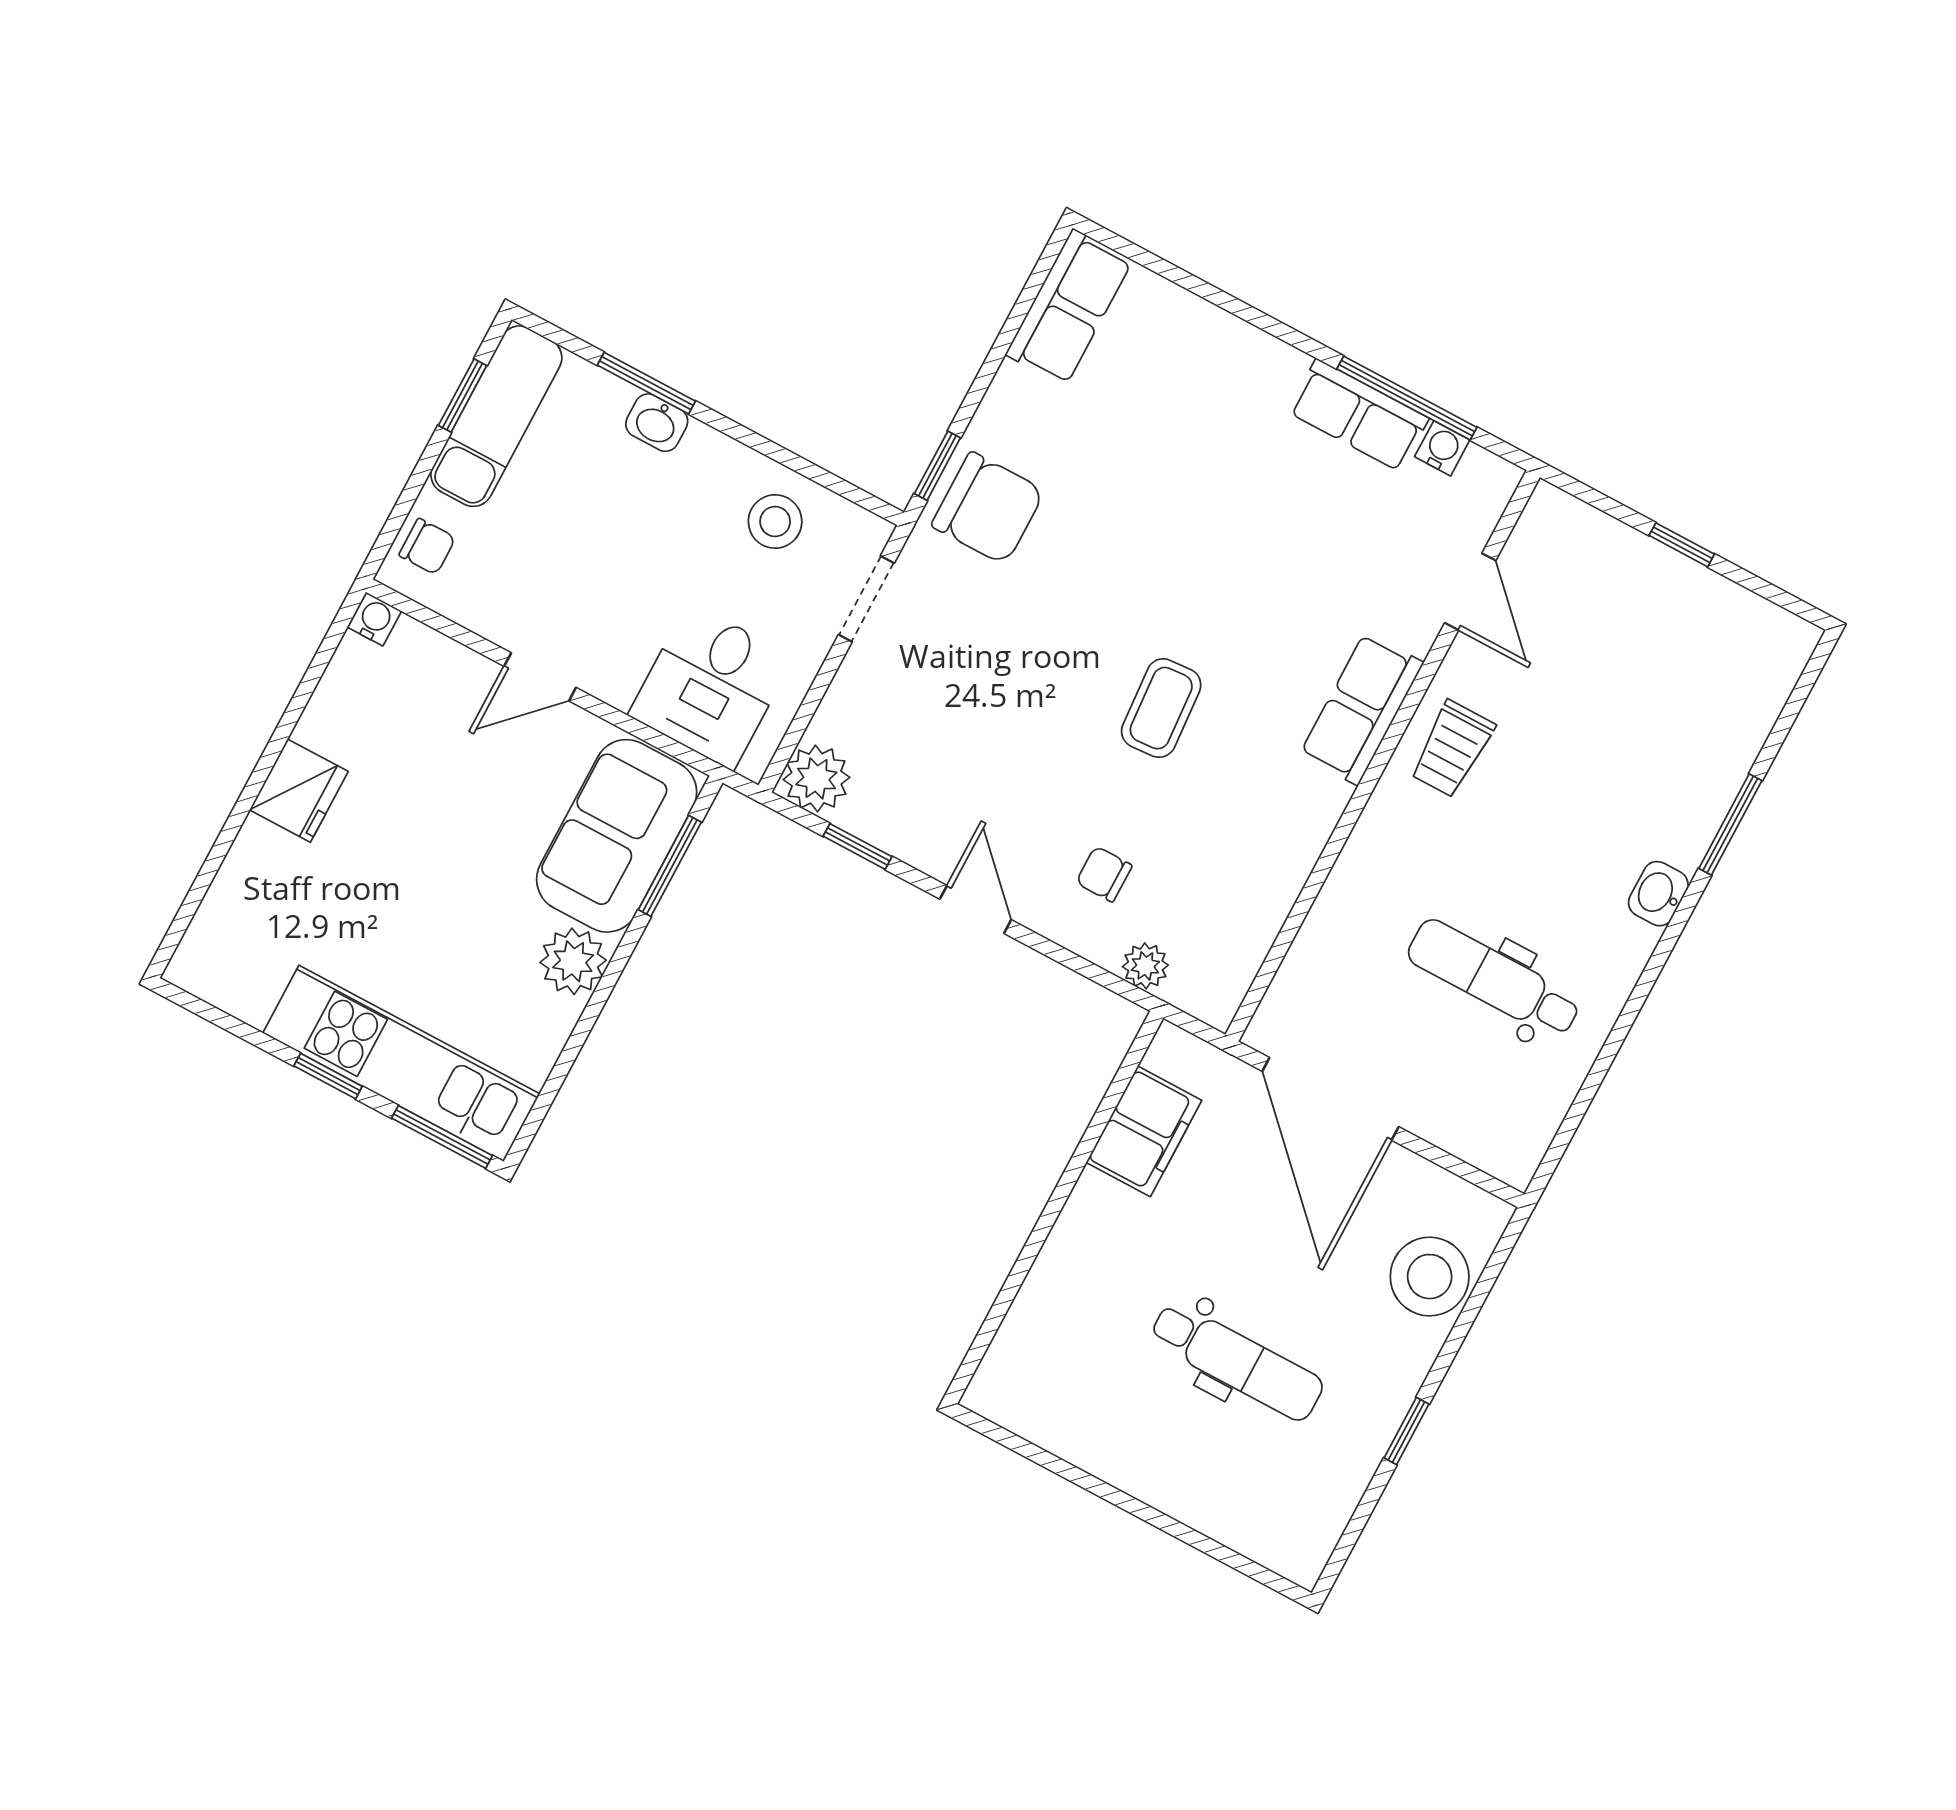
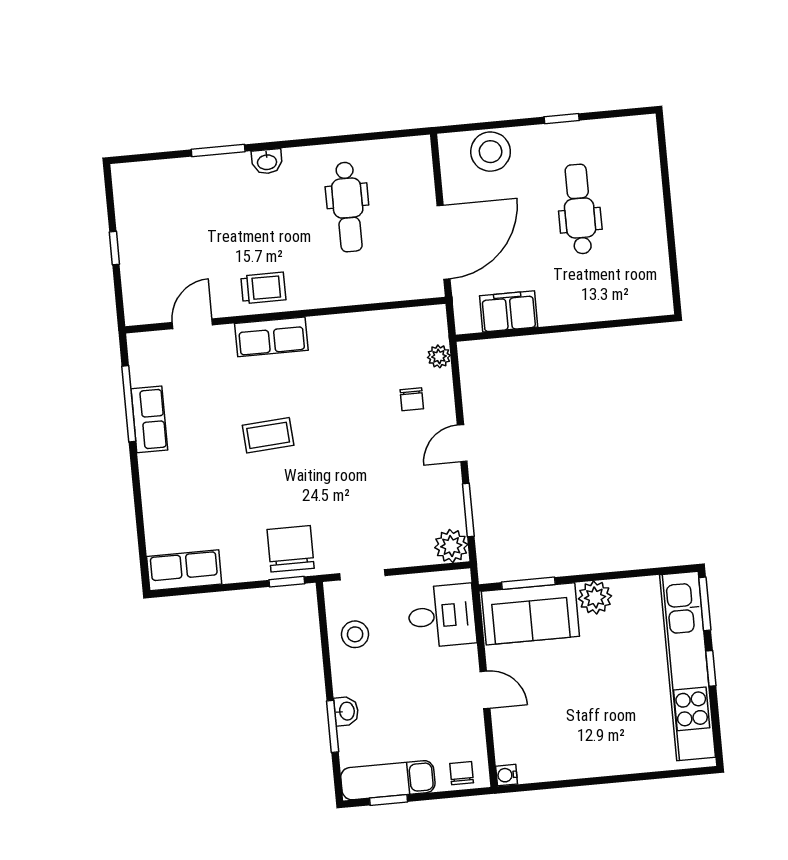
water cooler: (1442, 448) -> (140, 375), removed
coffee table: (1161, 708) -> (268, 435), moved
fridge: (299, 791) -> (599, 759), removed
window: (858, 846) -> (468, 510), width x1.50
kitchen unit: (401, 1063) -> (688, 666), width x1.36

